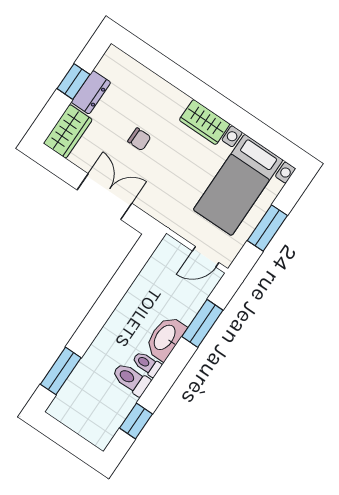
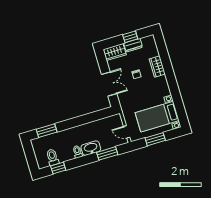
wardrobe: (205, 122) -> (157, 67), moved
toilet: (131, 379) -> (52, 157), moved

